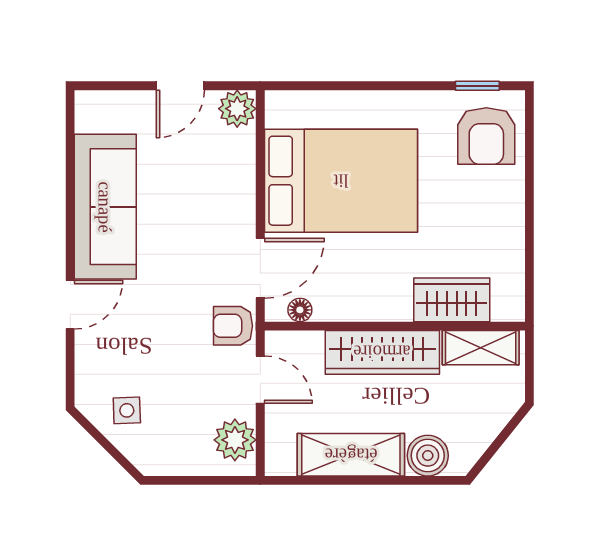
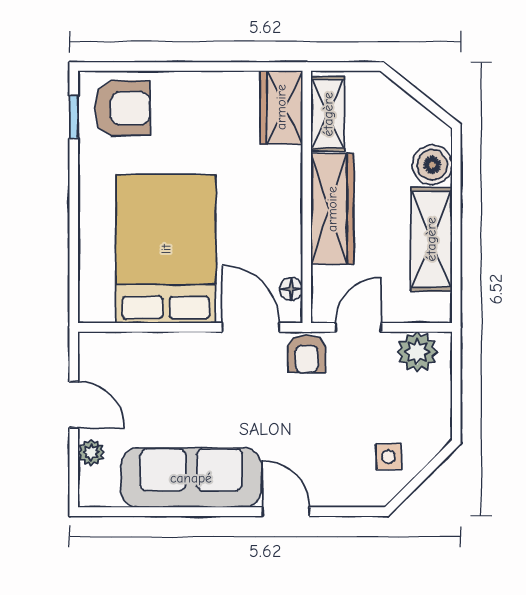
plant: (237, 109) -> (91, 452), moved, width x0.73, depth x0.73
wardrobe: (452, 300) -> (281, 107), moved

